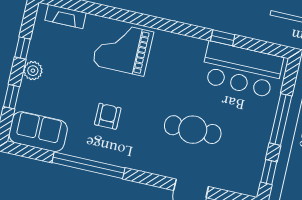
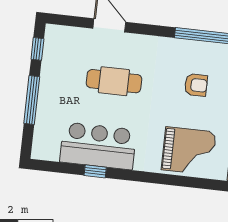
bar counter: (242, 70) -> (98, 146), moved
armchair: (108, 116) -> (196, 85), turned -90

